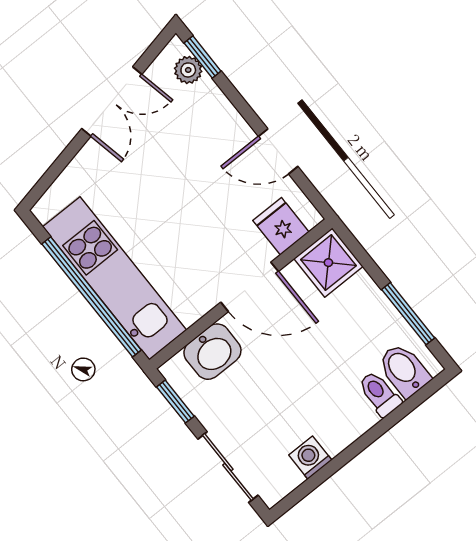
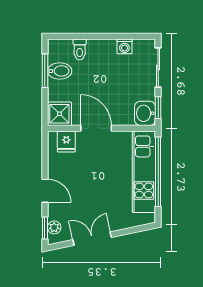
door: (278, 151) -> (45, 191), moved
washbasin: (212, 352) -> (145, 113), moved, turned -90
bidet: (404, 370) -> (60, 71), moved, turned -90

